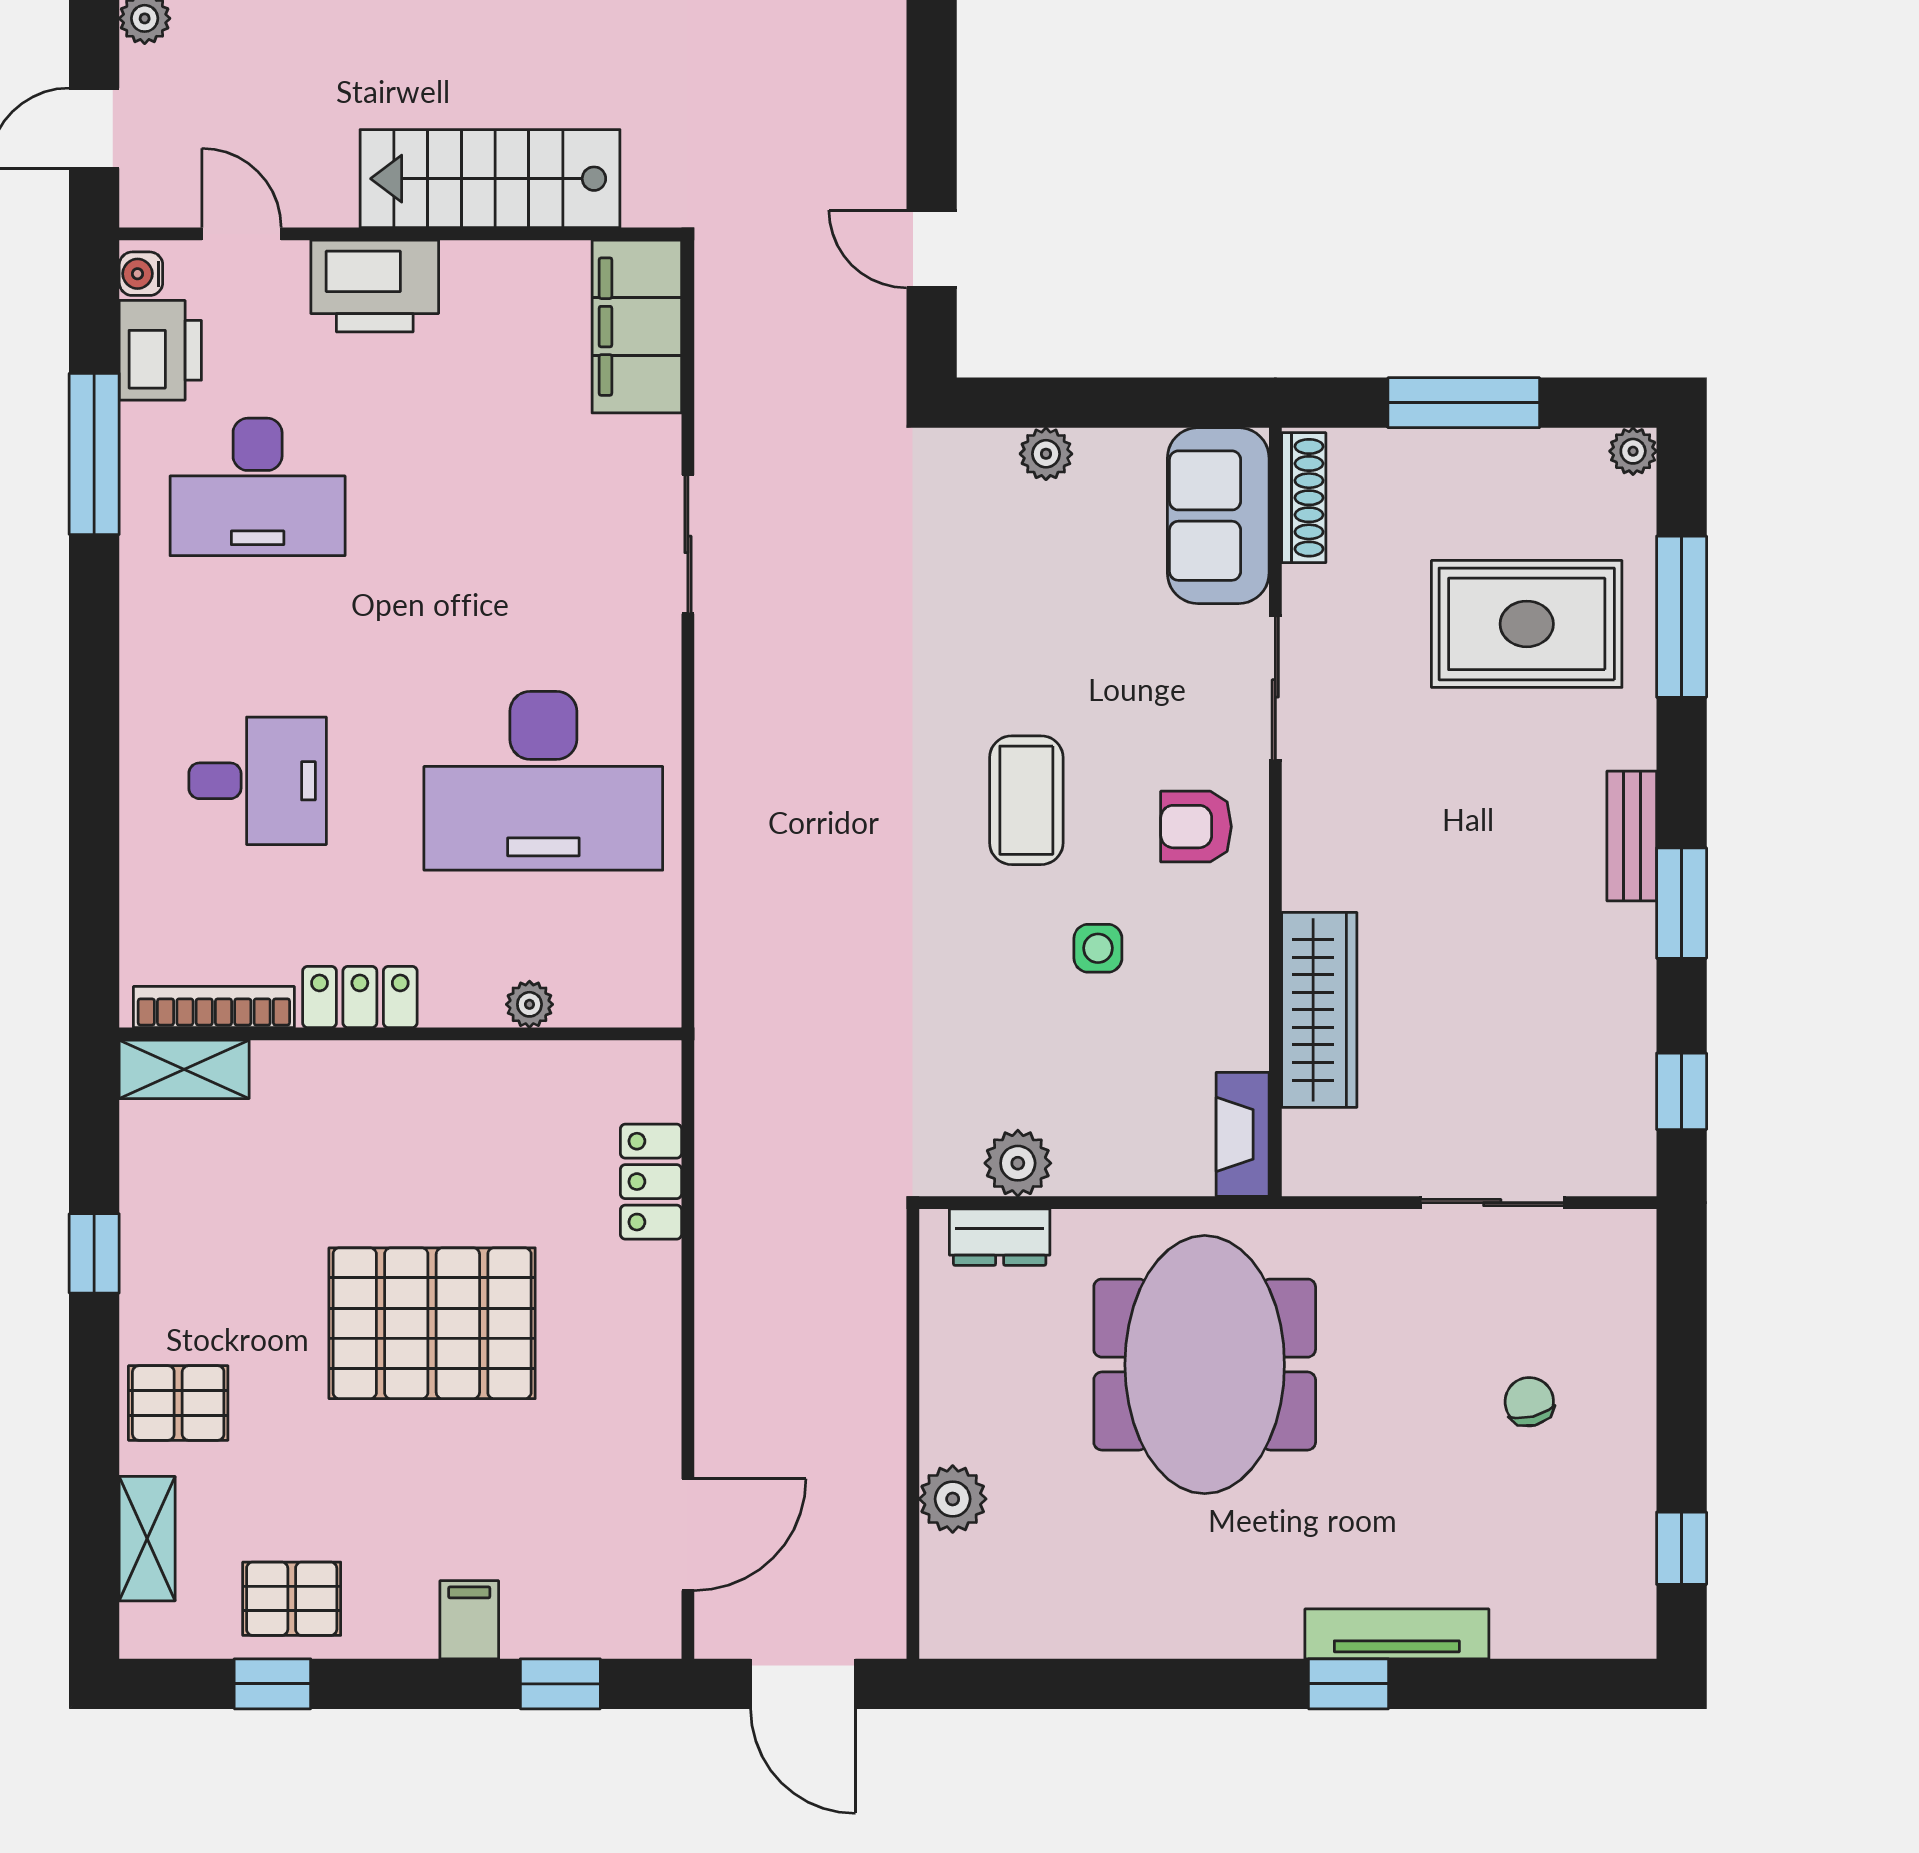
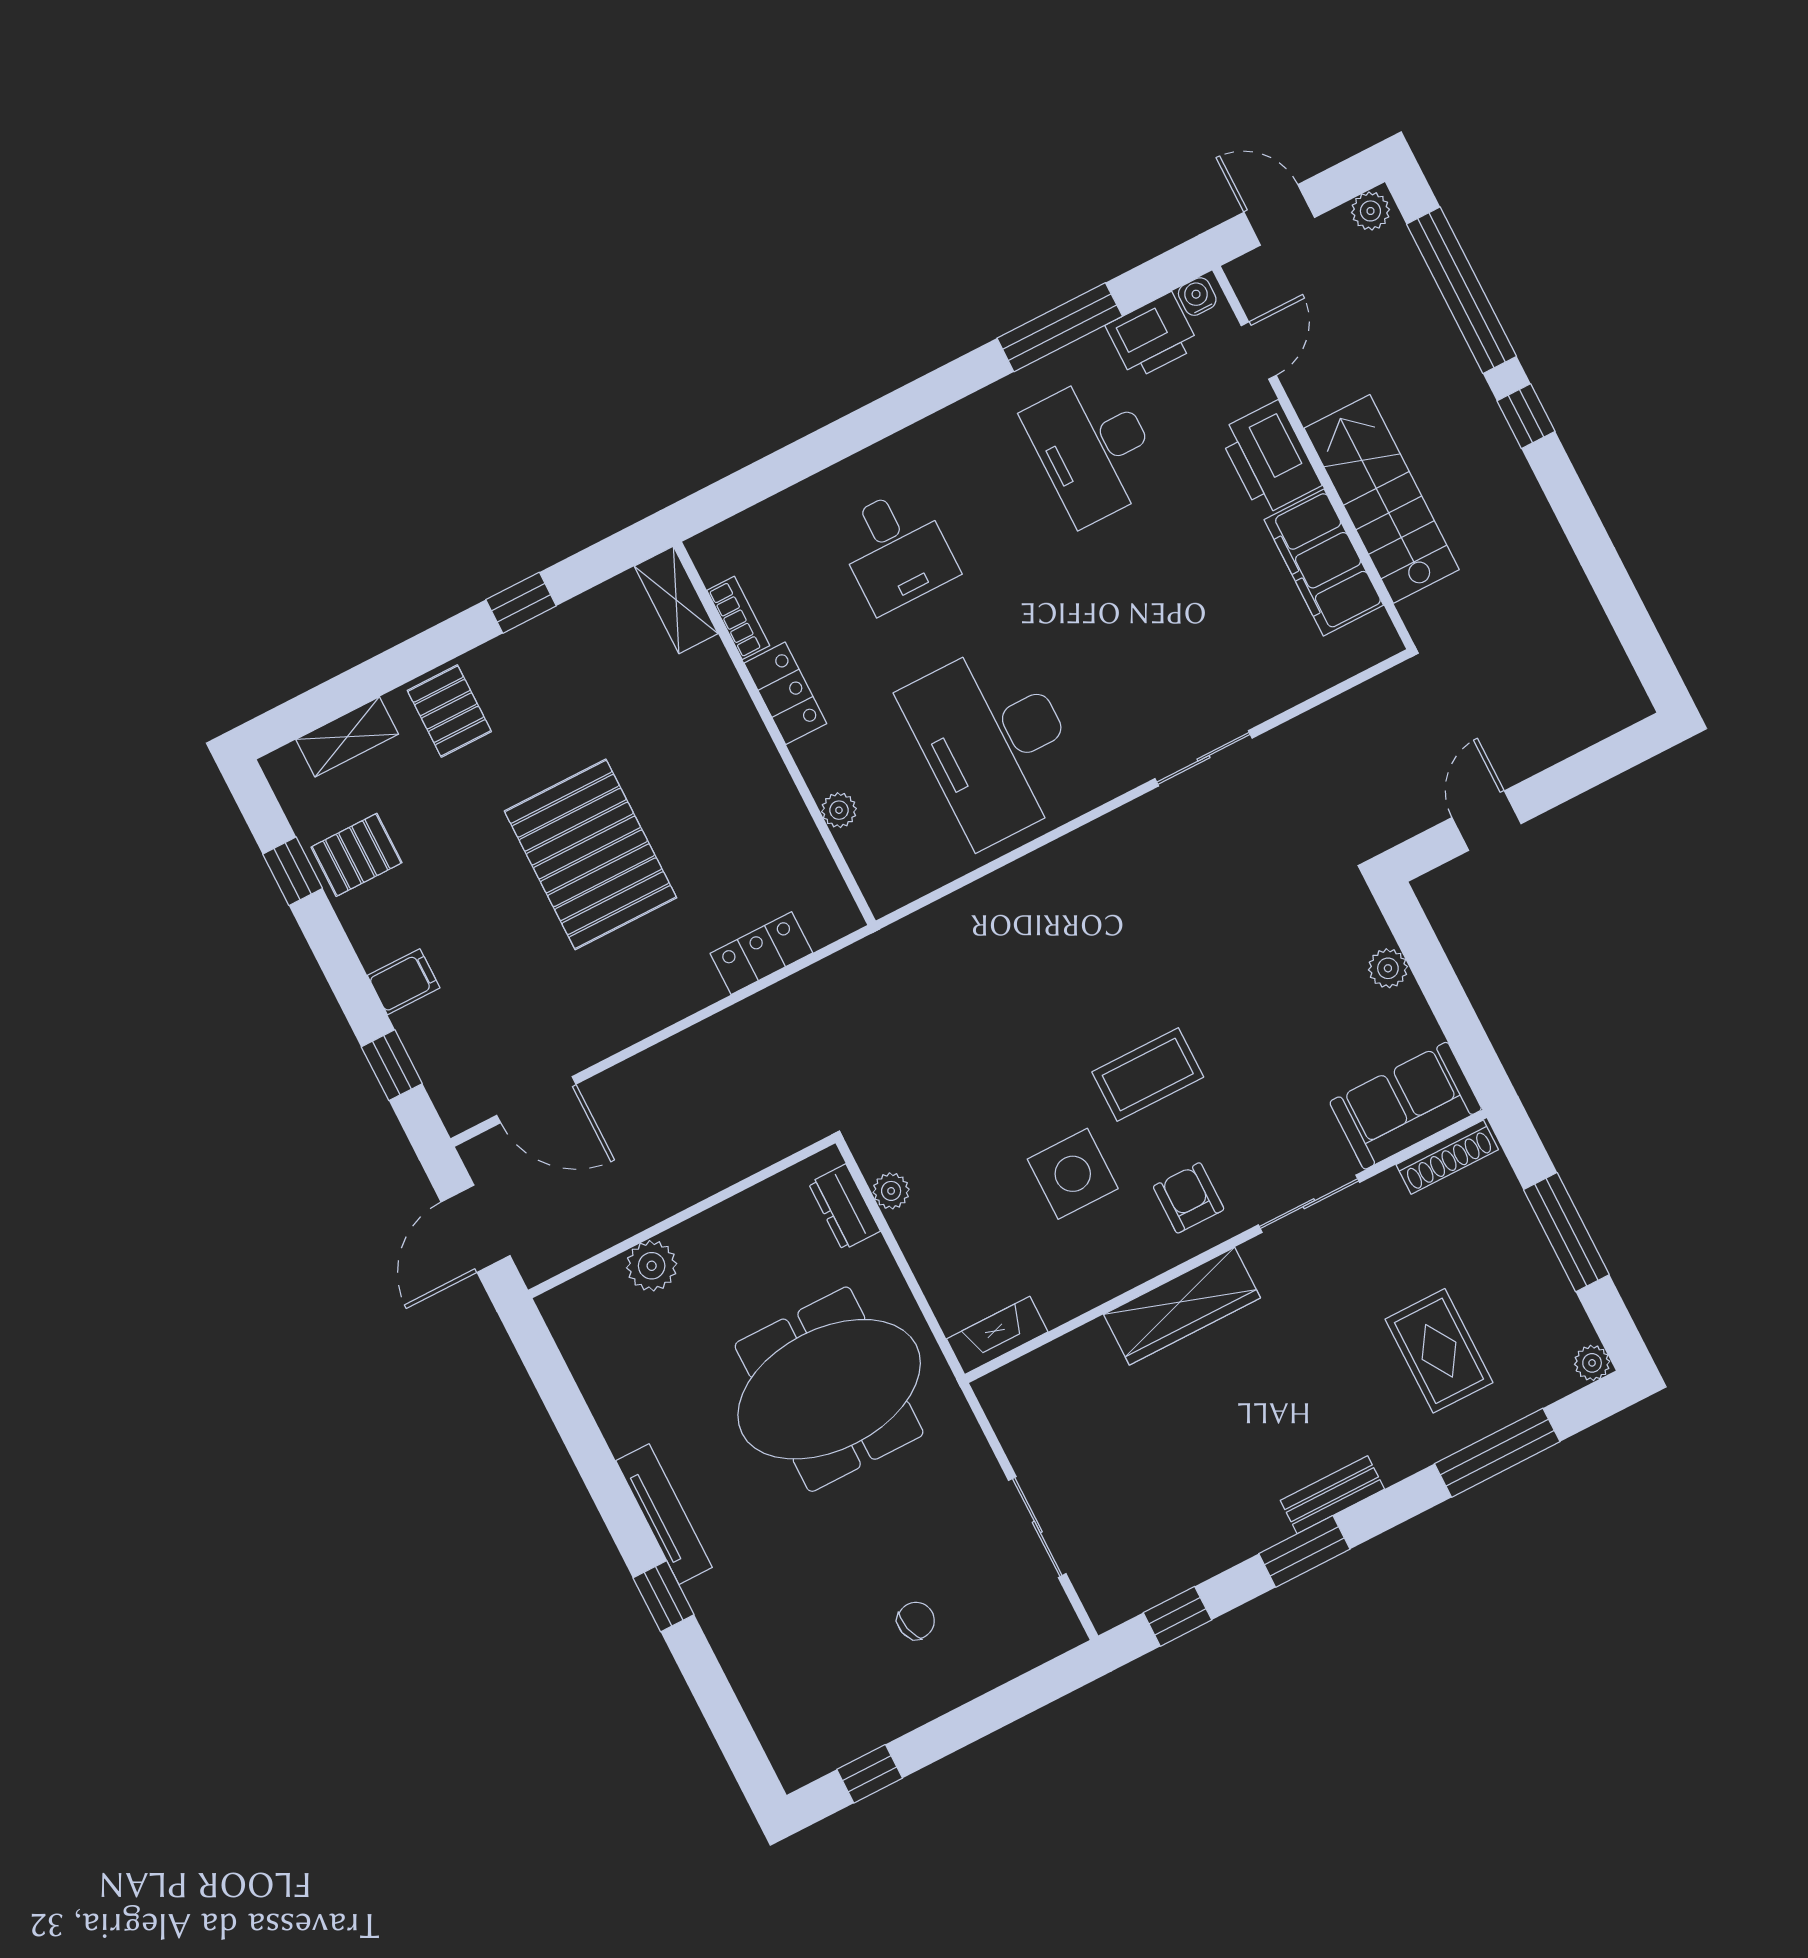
filing cabinet: (637, 327) -> (1324, 562), moved, turned -90
rug: (1527, 624) -> (1439, 1351), width x0.73, depth x0.70
side table: (1098, 948) -> (1073, 1174), width x1.87, depth x1.87
bookcase: (214, 1007) -> (738, 618), width x0.64
wardrobe: (1319, 1010) -> (1182, 1306), moved
plant: (1018, 1163) -> (891, 1191), width x0.73, depth x0.73
pallet: (292, 1599) -> (357, 855), turned 90
tv unit: (1397, 1634) -> (664, 1514), moved

